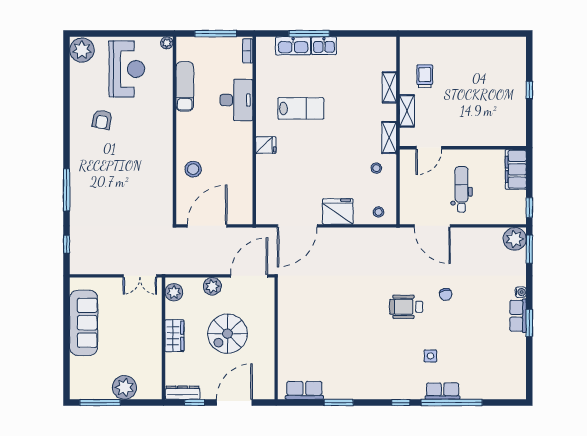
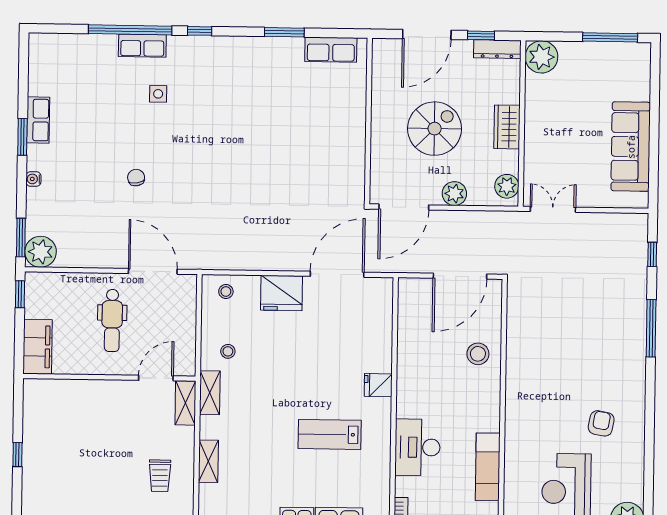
shelving: (407, 111) -> (185, 403), moved
wheelchair: (406, 307) -> (190, 161), removed
row of seats: (518, 316) -> (38, 120), moved
plant: (124, 387) -> (541, 57), moved

